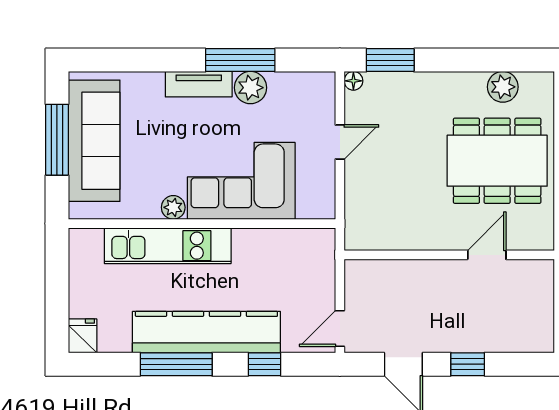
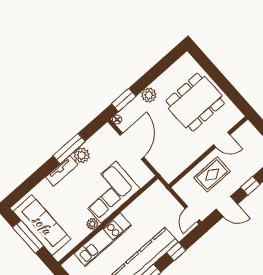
plant: (503, 87) -> (149, 95), moved
door: (340, 142) -> (132, 146), width x1.87
door: (487, 255) -> (222, 140), swing flipped
rug: (424, 295) -> (212, 175), added

